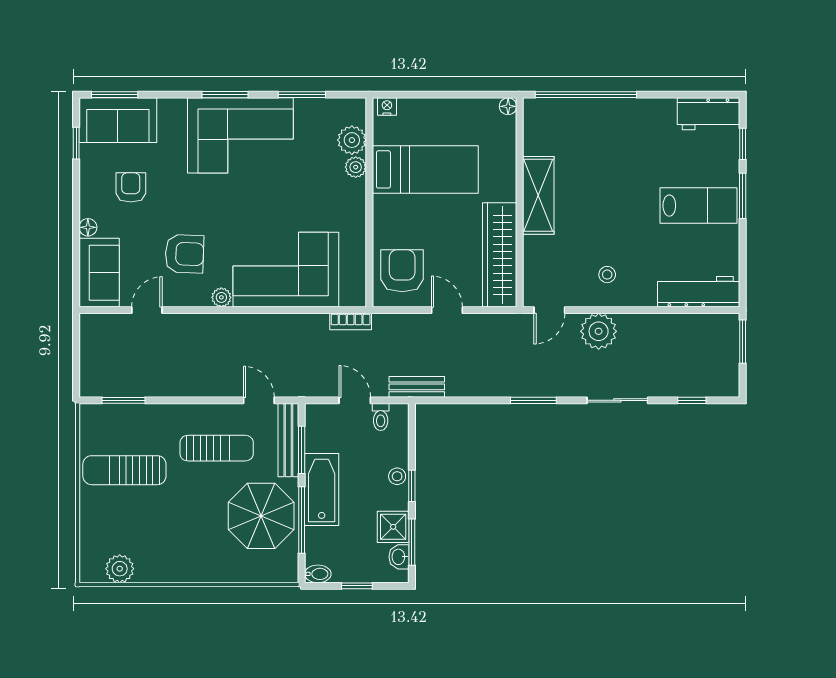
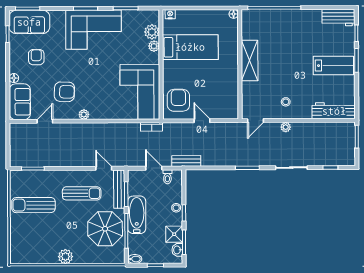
wardrobe: (500, 255) -> (229, 92), removed
corner sofa: (286, 270) -> (140, 92), moved, turned -90
plant: (599, 331) -> (286, 127), width x0.53, depth x0.53
plant: (120, 569) -> (65, 257), moved

